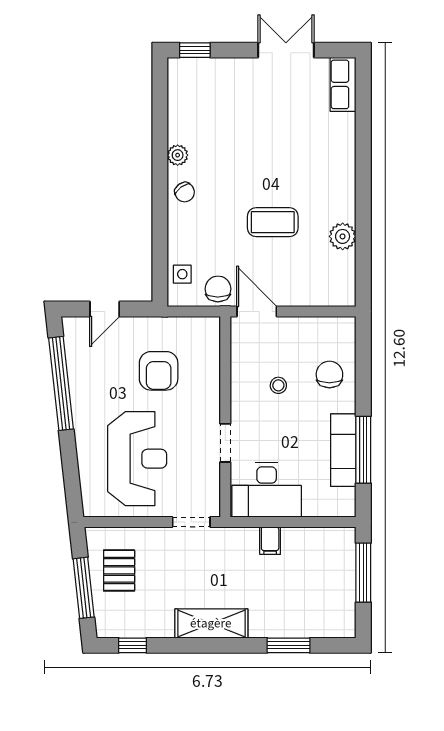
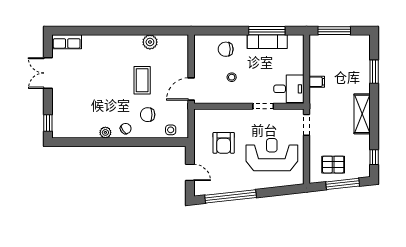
chair: (218, 289) -> (148, 115), moved
armchair: (159, 371) -> (224, 143), turned 90
desk: (267, 490) -> (289, 89), width x0.73

